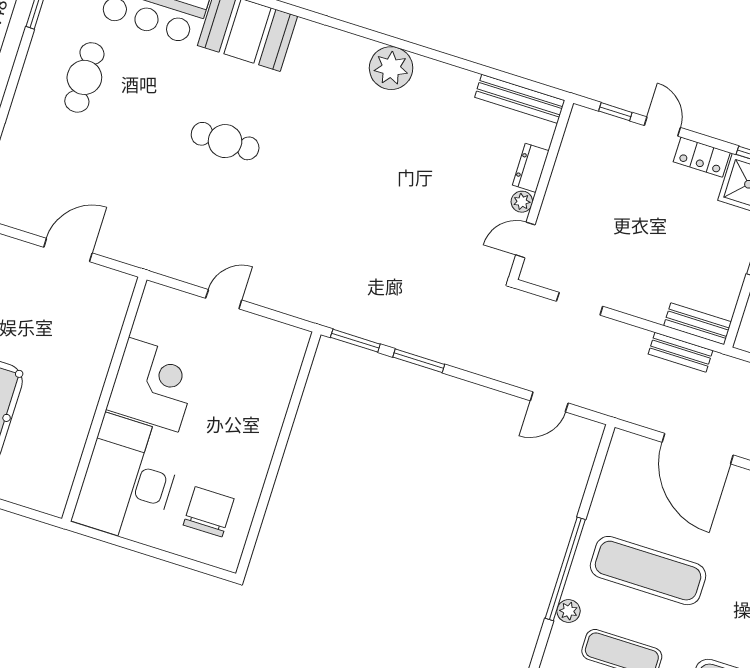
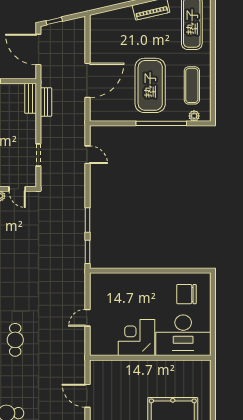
door: (224, 299) -> (87, 318), hinge flipped
exercise mat: (648, 571) -> (150, 85), width x1.47
plant: (569, 611) -> (194, 116), moved

